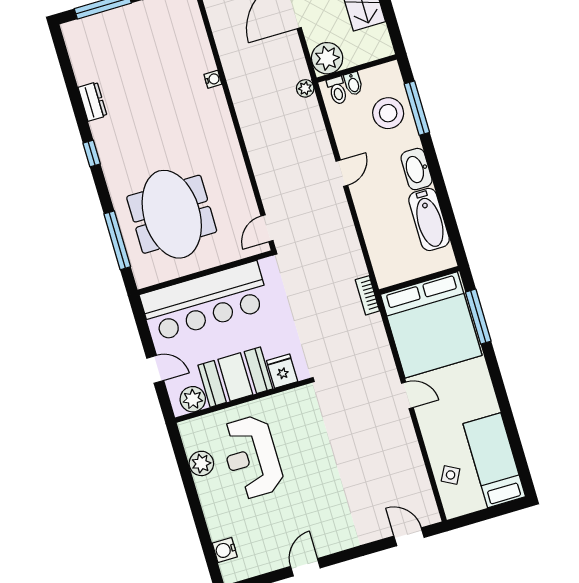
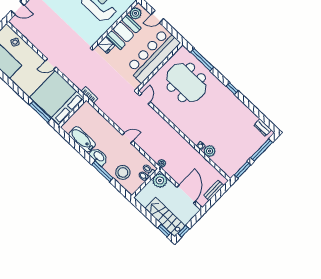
plant: (202, 60) -> (210, 151), added
dresser: (93, 102) -> (263, 128), moved
window: (417, 108) -> (102, 171), moved
door: (342, 173) -> (128, 138), swing flipped

